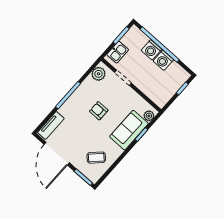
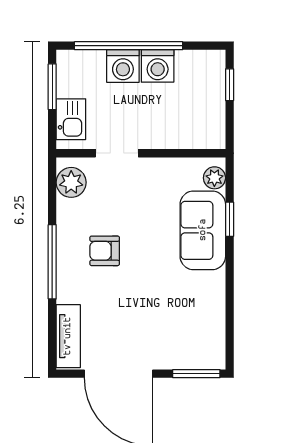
armchair: (99, 111) -> (105, 251), moved
coffee table: (96, 158) -> (189, 323), removed

